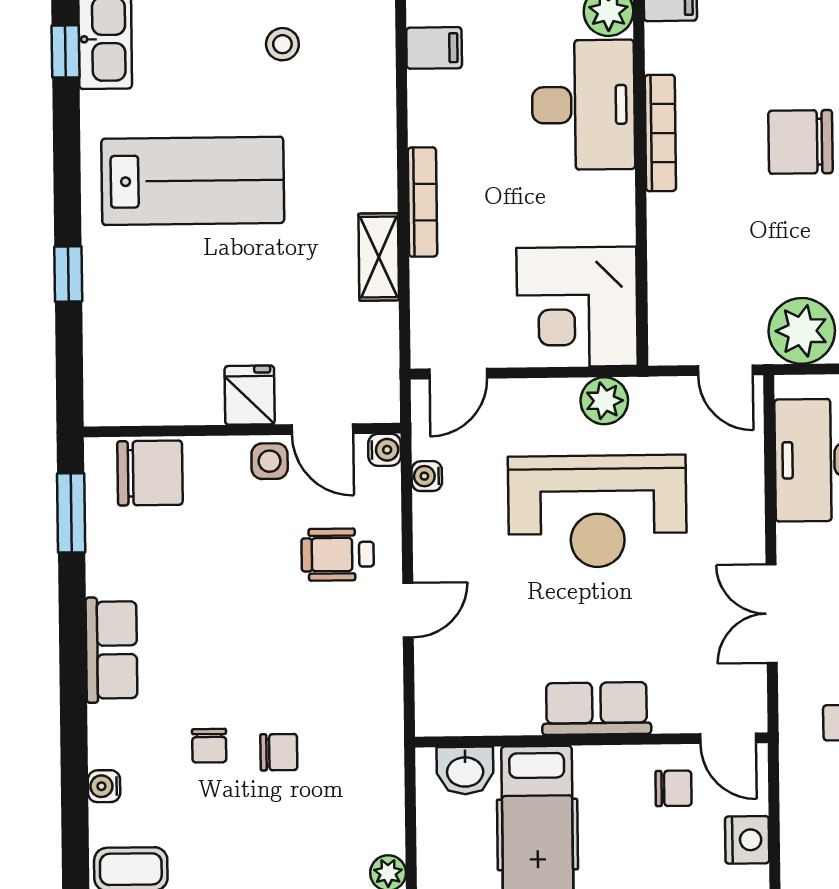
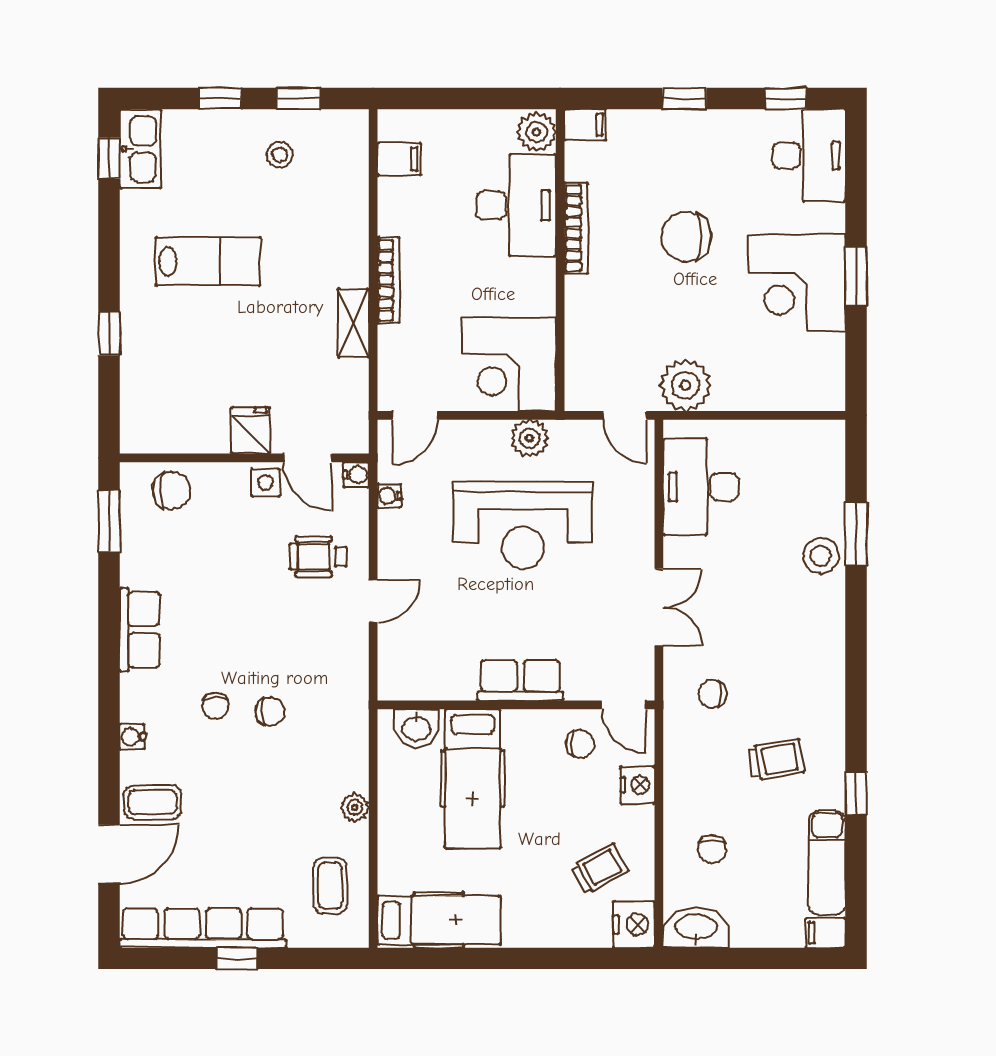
lab bench: (193, 181) -> (208, 261), width x0.73, depth x0.72
chair: (150, 473) -> (171, 491), width x0.73, depth x0.73
double door: (772, 614) -> (659, 607), swing flipped

